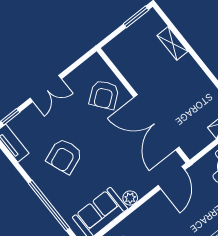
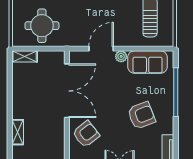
door: (171, 178) -> (101, 49), moved

